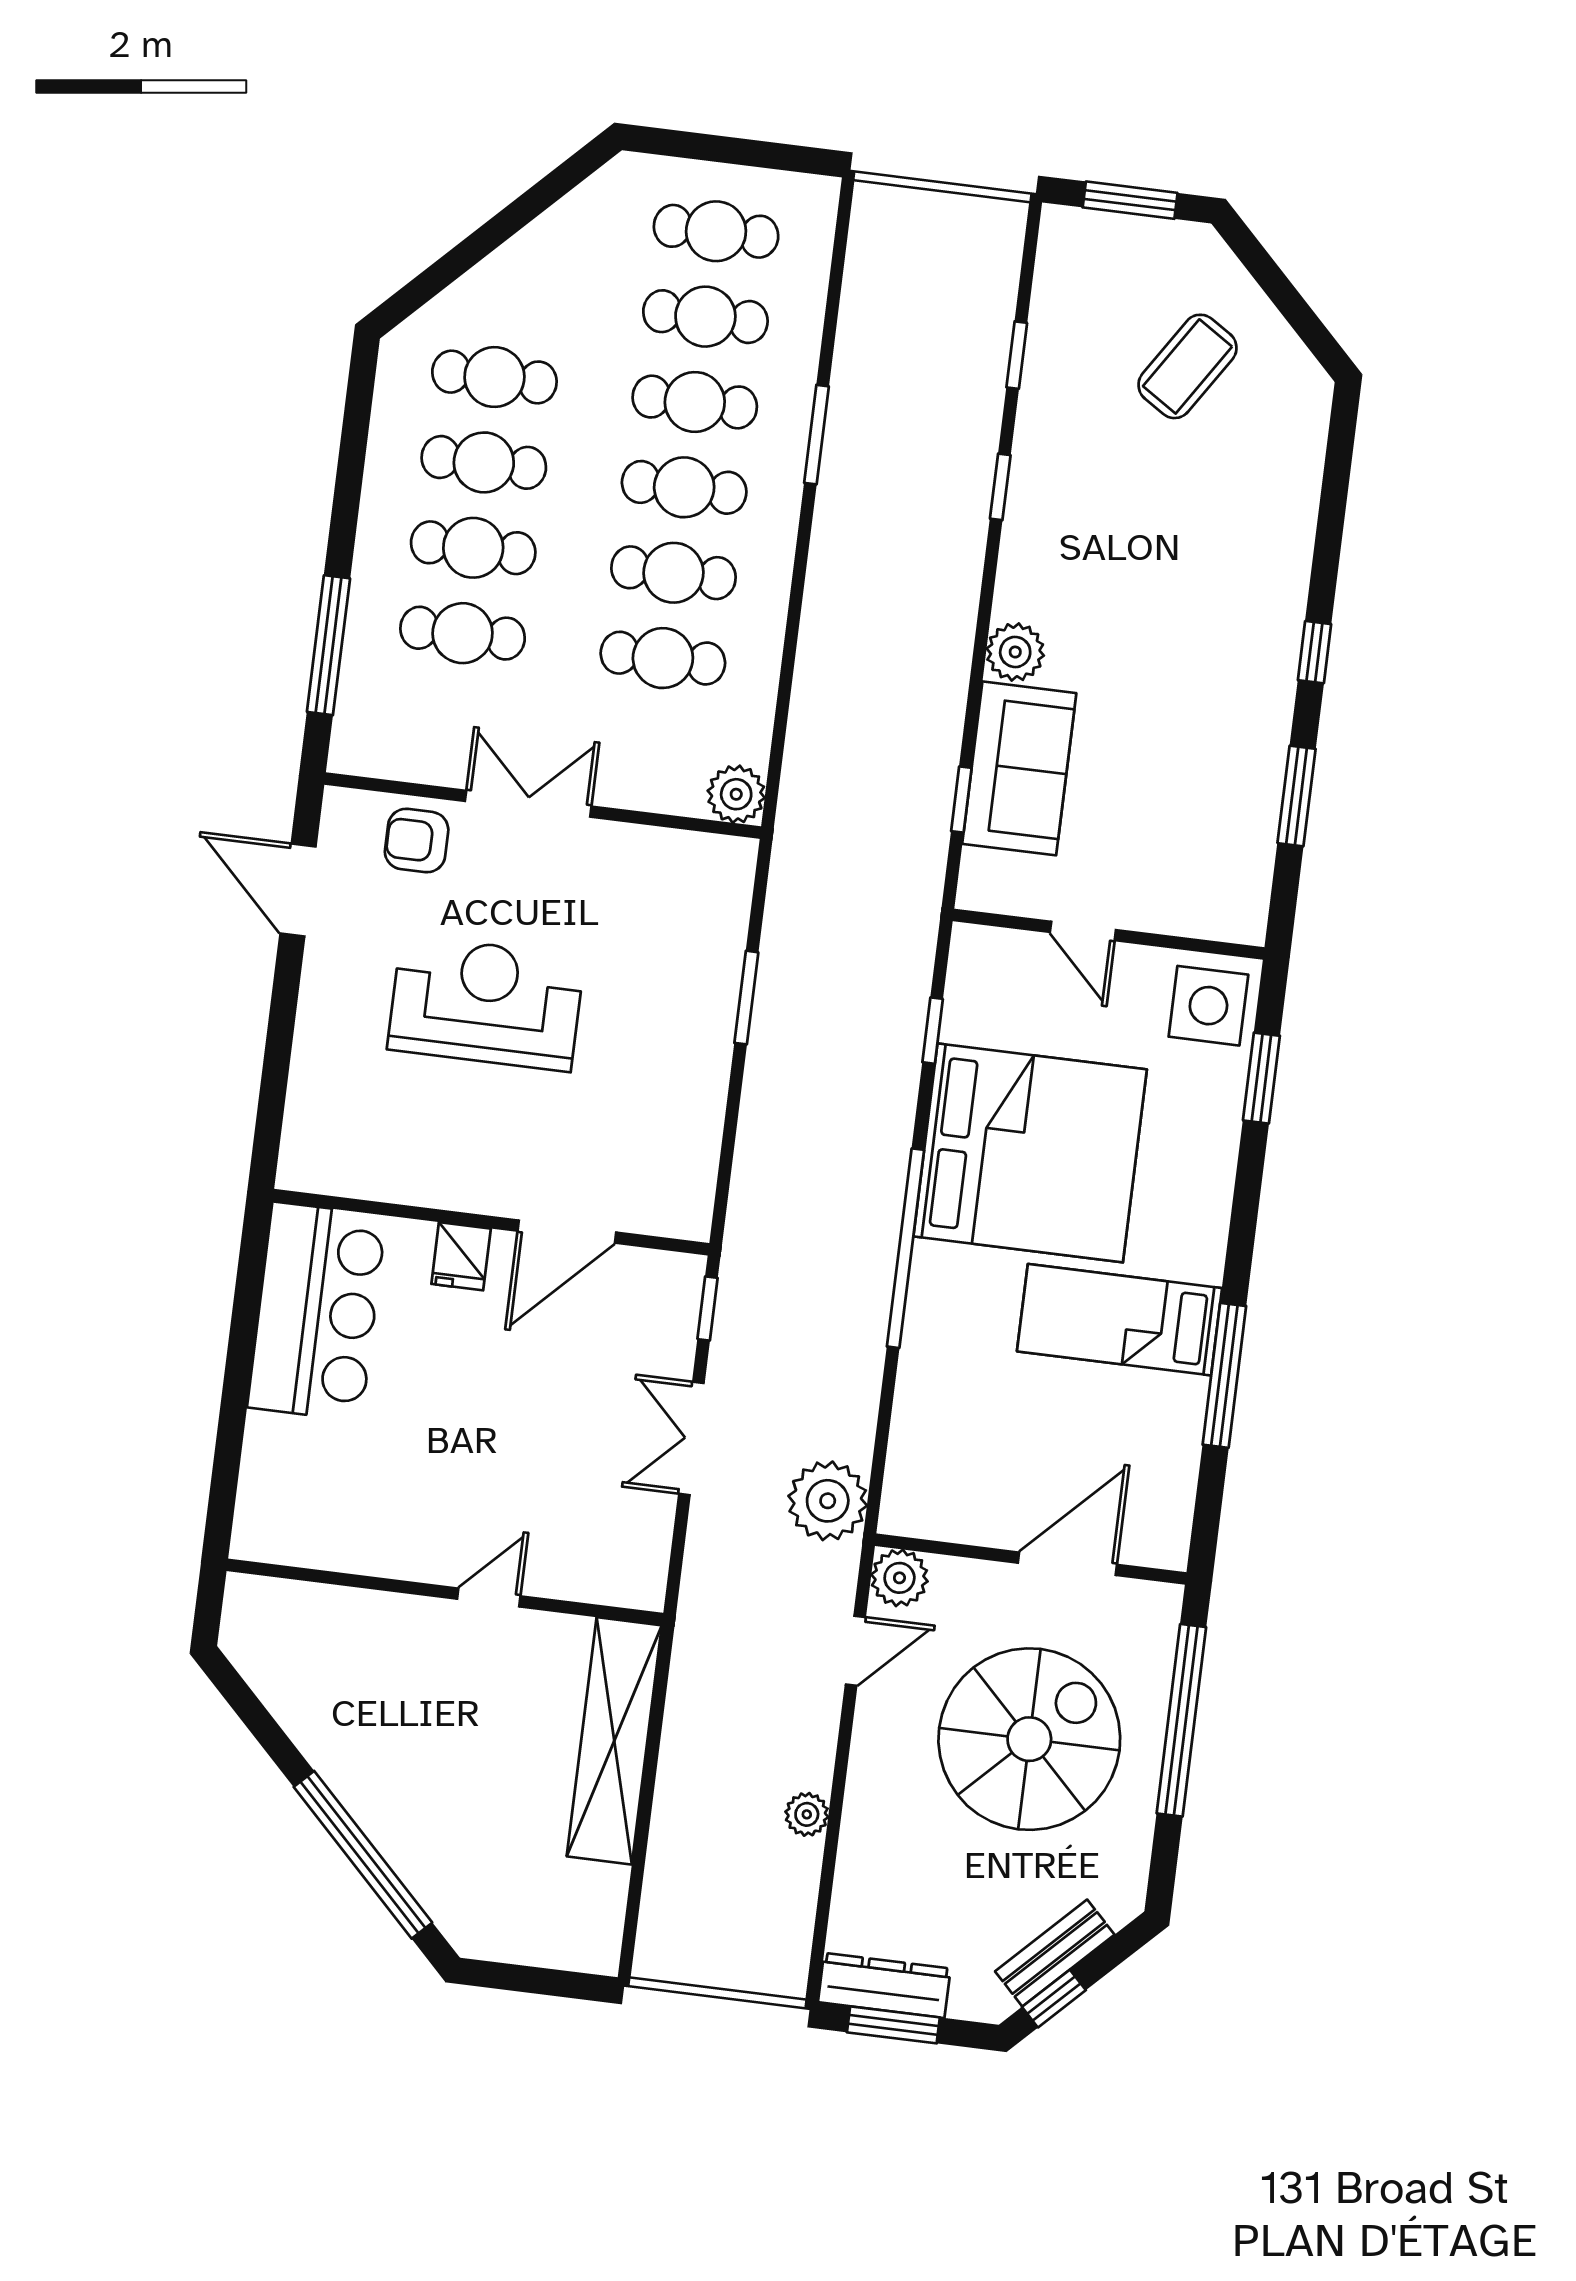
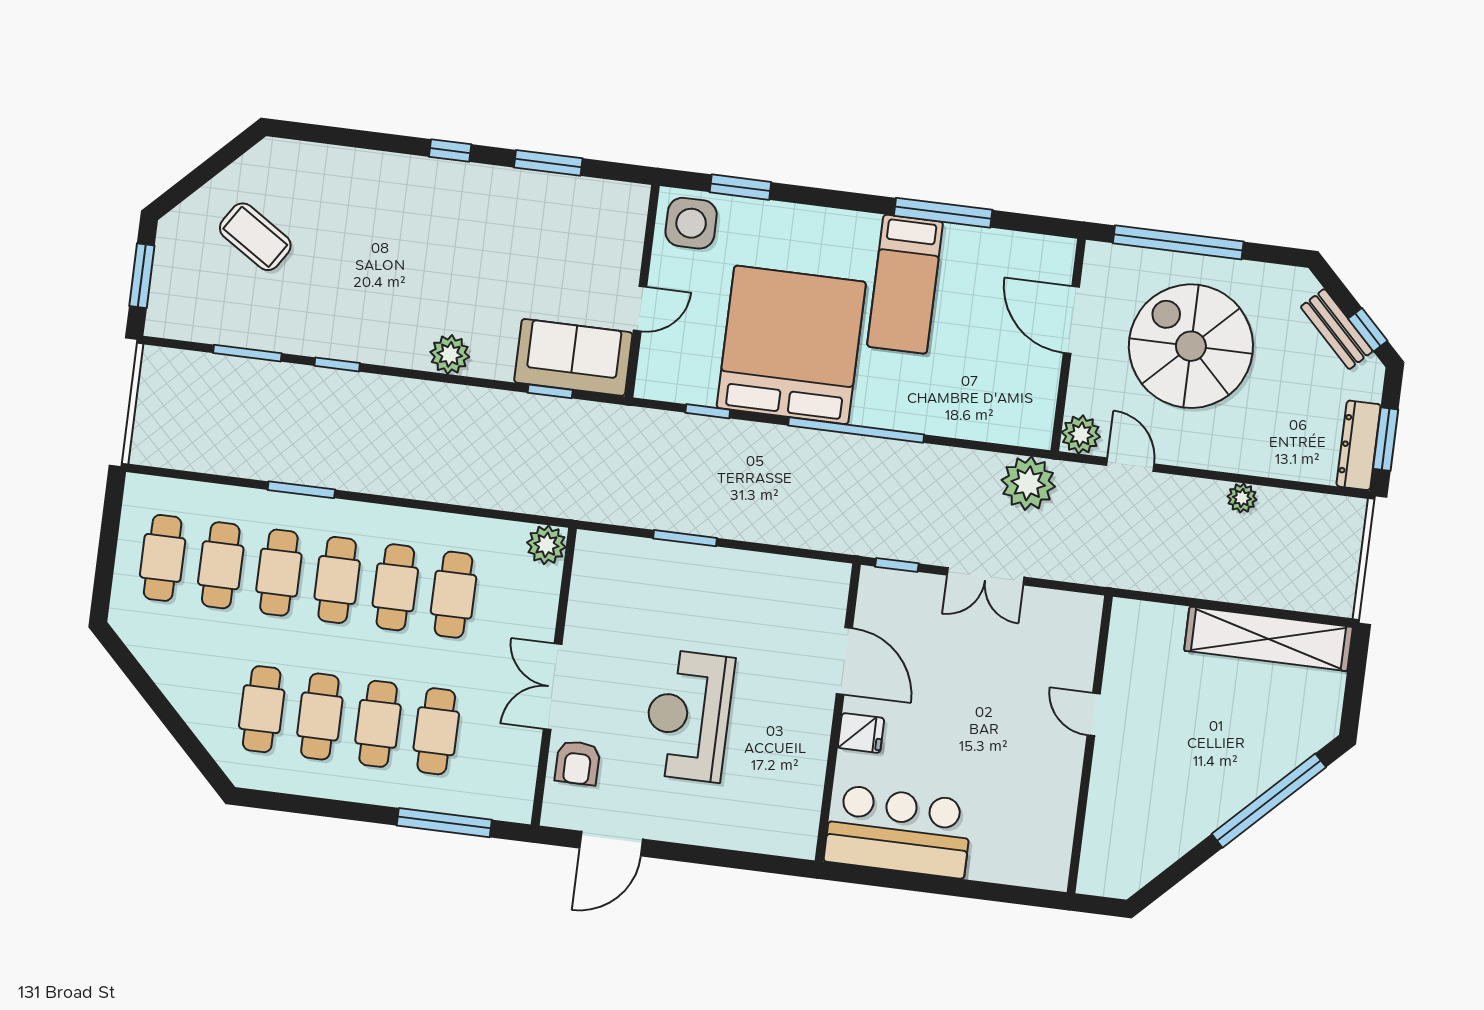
window: (1017, 355) -> (247, 353), width x1.50
sofa: (1019, 768) -> (573, 357), moved
shelving: (614, 1741) -> (1268, 639), moved

